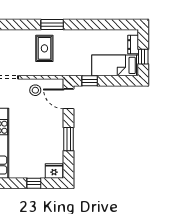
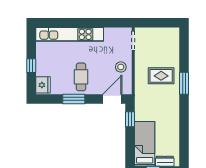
cafe table: (46, 132) -> (81, 77), added

